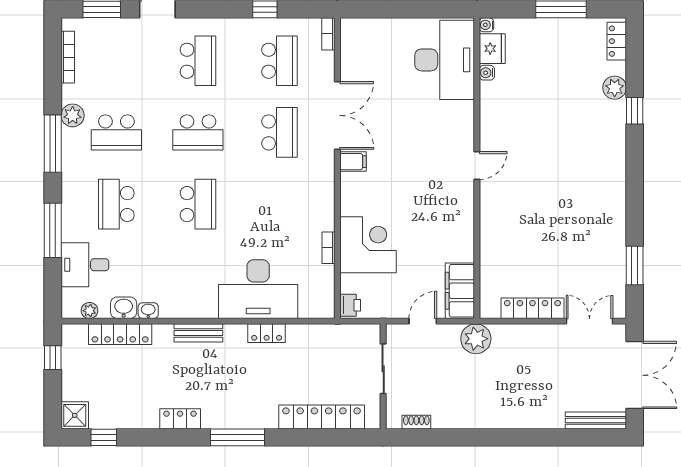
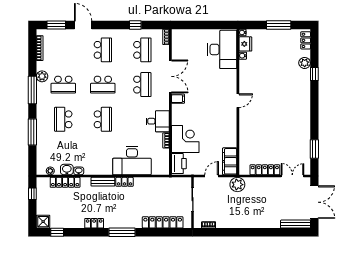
desk: (85, 265) -> (158, 121), moved, turned 180
printer: (350, 305) -> (179, 164), width x1.87, depth x1.48
locker: (267, 333) -> (125, 182), moved

